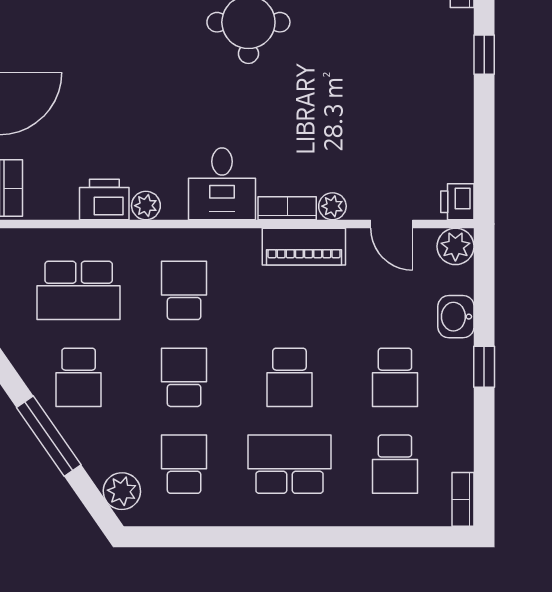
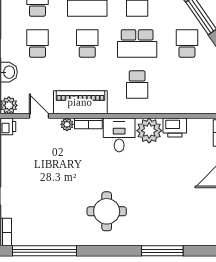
plant: (146, 206) -> (149, 131), width x1.87, depth x1.87
piano: (304, 247) -> (80, 102), width x1.37, depth x1.33
school desk: (79, 290) -> (187, 85), removed
school desk: (184, 377) -> (137, 43), width x1.85

